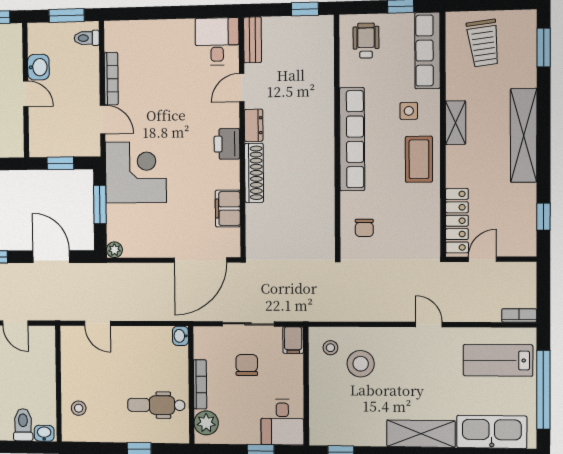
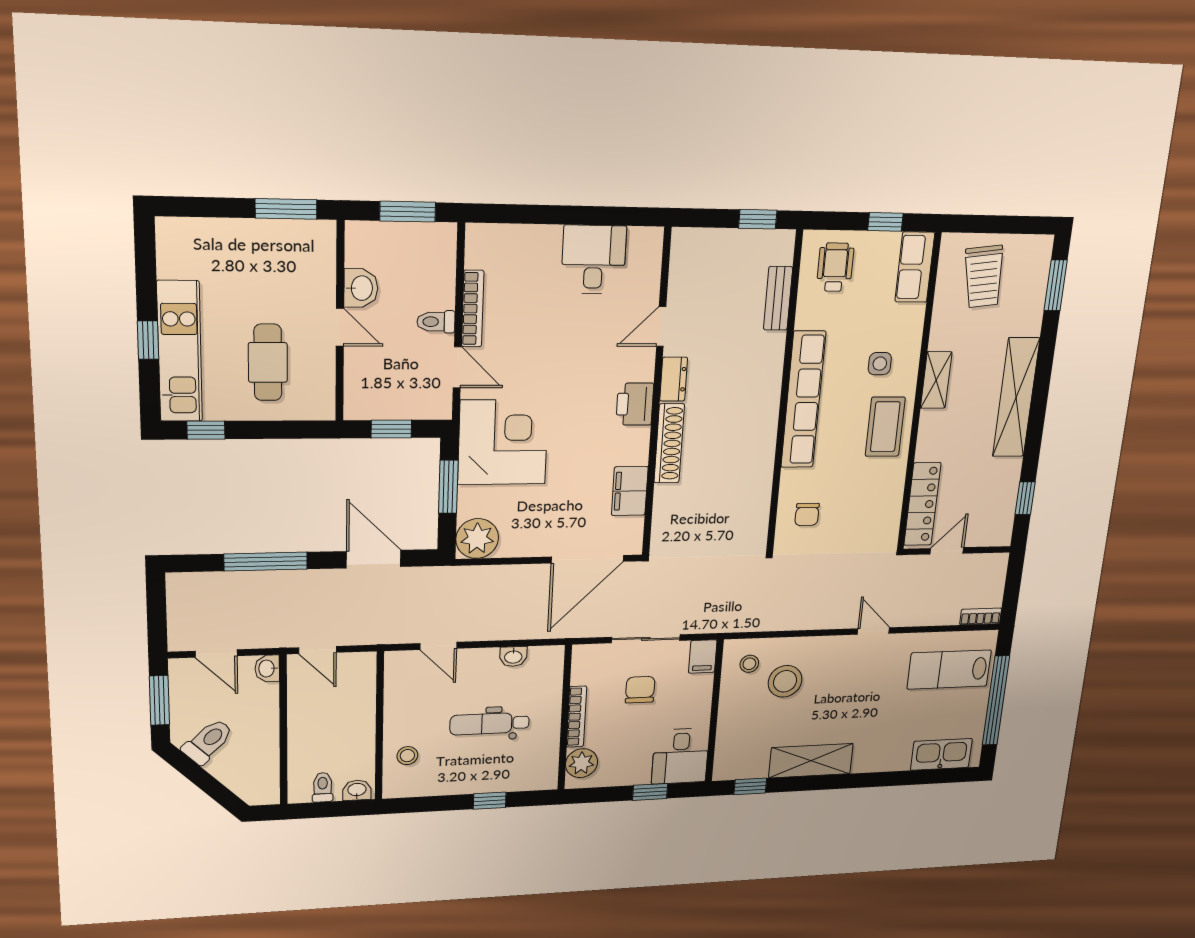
toilet: (87, 38) -> (436, 322), moved
bench: (253, 40) -> (778, 298), moved
desk: (217, 41) -> (594, 260), moved
row of seats: (427, 51) -> (915, 267), width x0.68
plant: (114, 250) -> (477, 538), width x1.88, depth x1.88
washbasin: (180, 336) -> (513, 657), moved, turned -90
dental chair: (156, 405) -> (490, 724), moved
toilet: (23, 425) -> (323, 787), width x0.73, depth x0.72
kitchen sink: (492, 432) -> (941, 754), width x0.73, depth x0.81
shelving: (421, 434) -> (811, 761), moved

